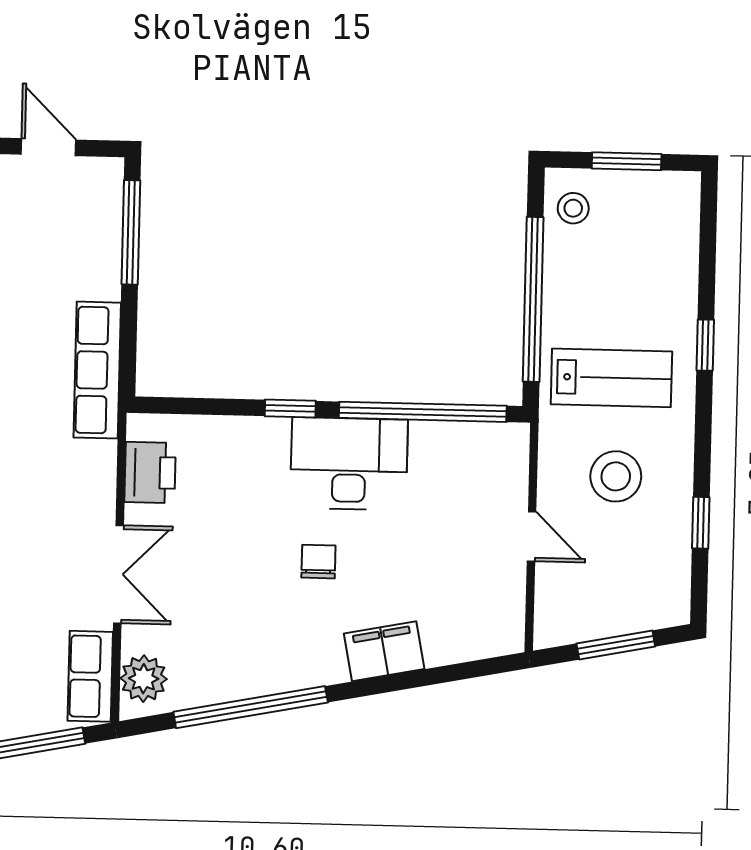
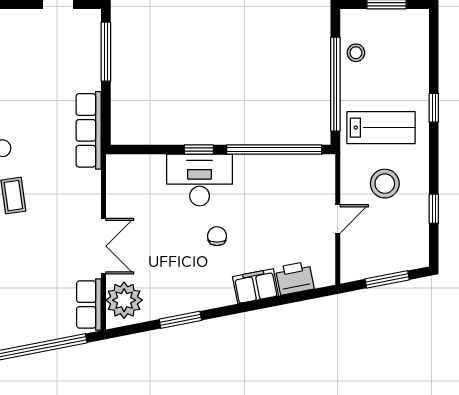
stool: (573, 208) -> (356, 53), moved
desk: (349, 464) -> (200, 180), moved
printer: (150, 473) -> (295, 278), moved, turned -101
door: (532, 536) -> (338, 219), hinge flipped
plant: (144, 679) -> (124, 300), width x1.36, depth x1.36
window: (251, 707) -> (180, 320), width x0.47

